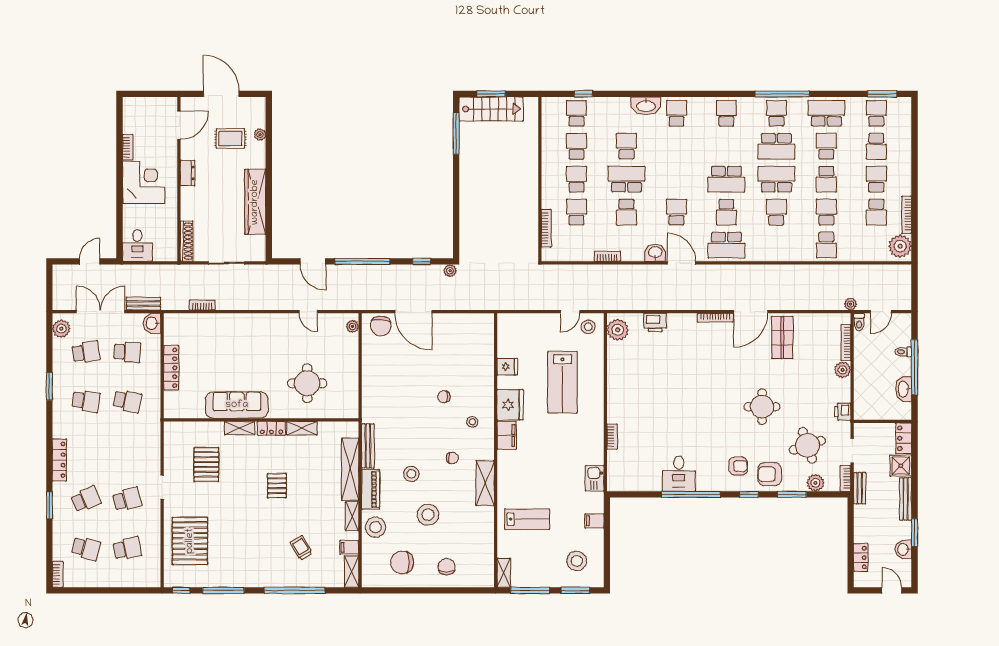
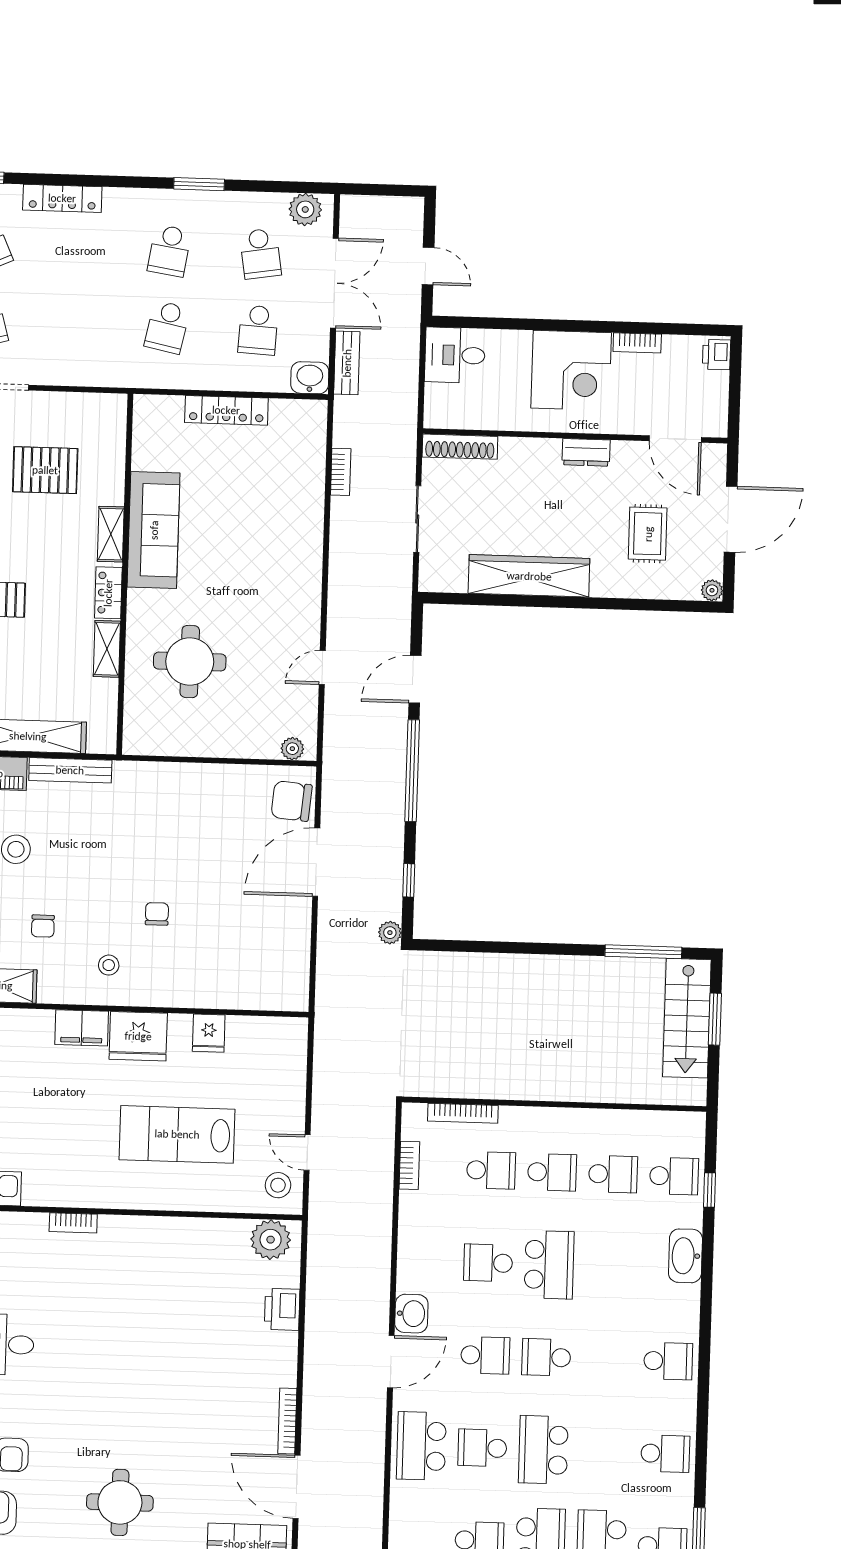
printer: (133, 104) -> (716, 355), added
washbasin: (646, 106) -> (685, 1256), moved
plant: (260, 135) -> (712, 590), moved
school desk: (627, 146) -> (546, 1357), moved, turned 180
bookcase: (607, 256) -> (409, 1165), moved

